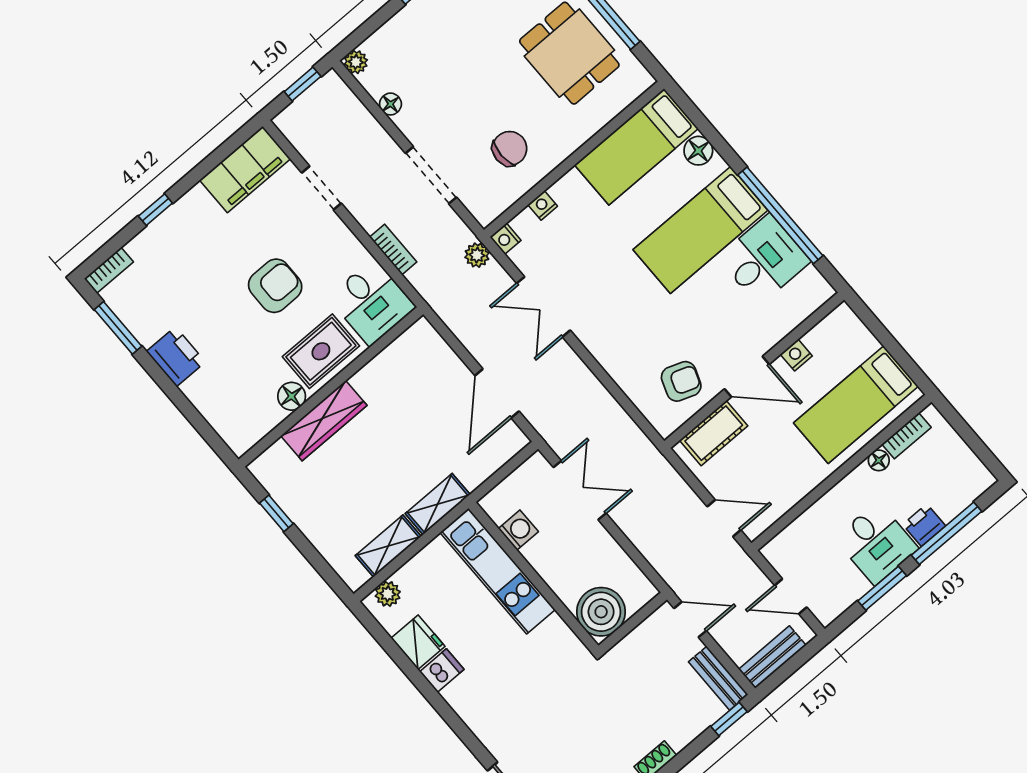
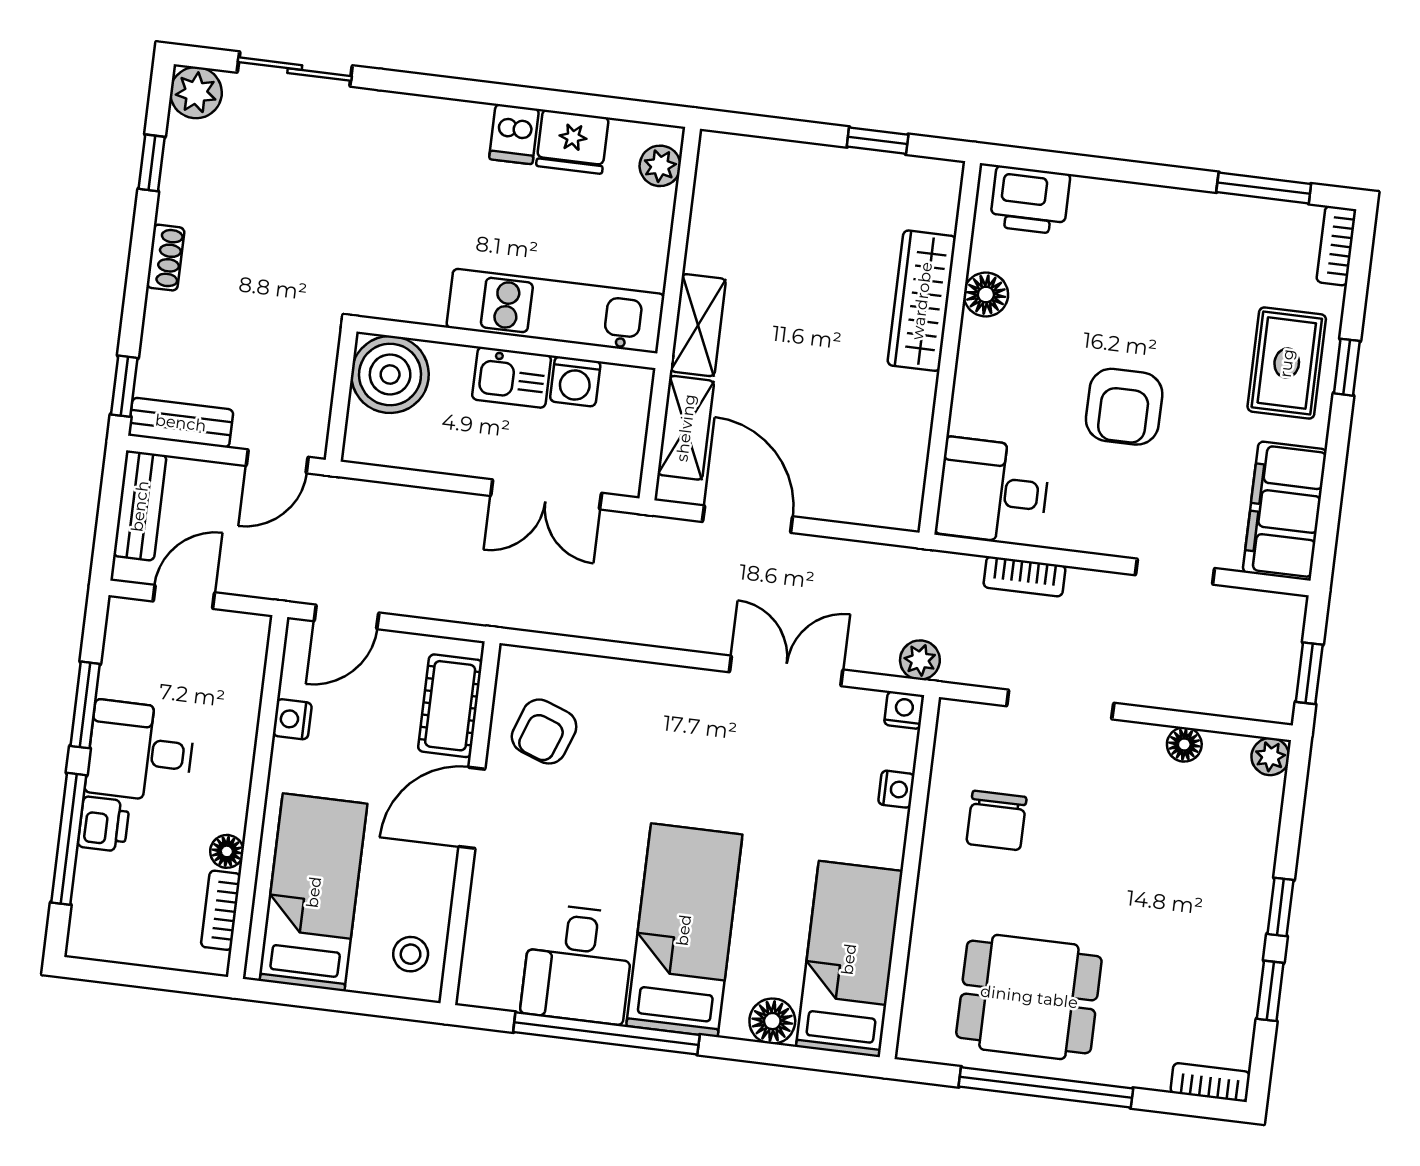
stool: (837, 335) -> (411, 954), added
rug: (321, 351) -> (1287, 363), moved
nightstand: (796, 355) -> (292, 719), moved, turned 180
printer: (176, 357) -> (1030, 200), moved
shelving: (388, 546) -> (686, 428), moved
kitchen sink: (546, 559) -> (512, 377), added

